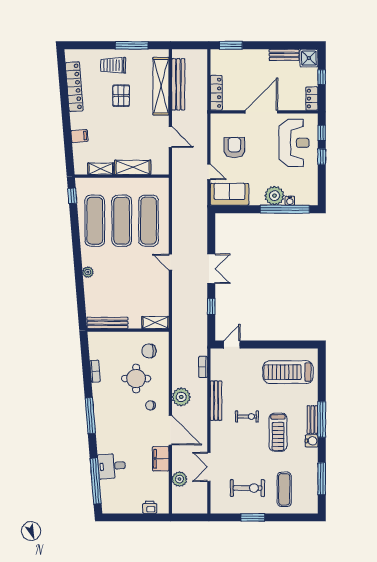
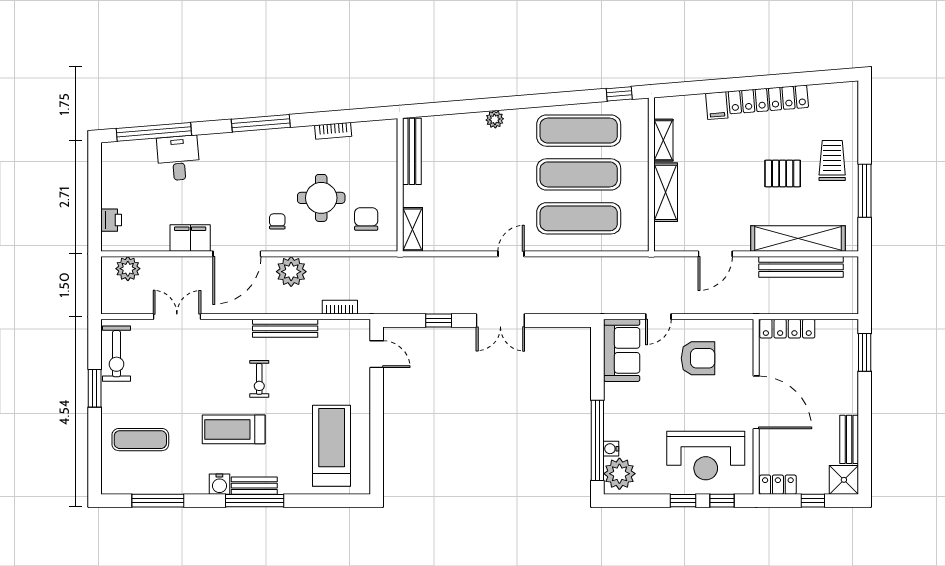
locker: (74, 87) -> (768, 99), moved
plant: (274, 196) -> (619, 474), moved
plant: (179, 479) -> (128, 269), moved
exercise bike: (247, 488) -> (116, 354), moved

